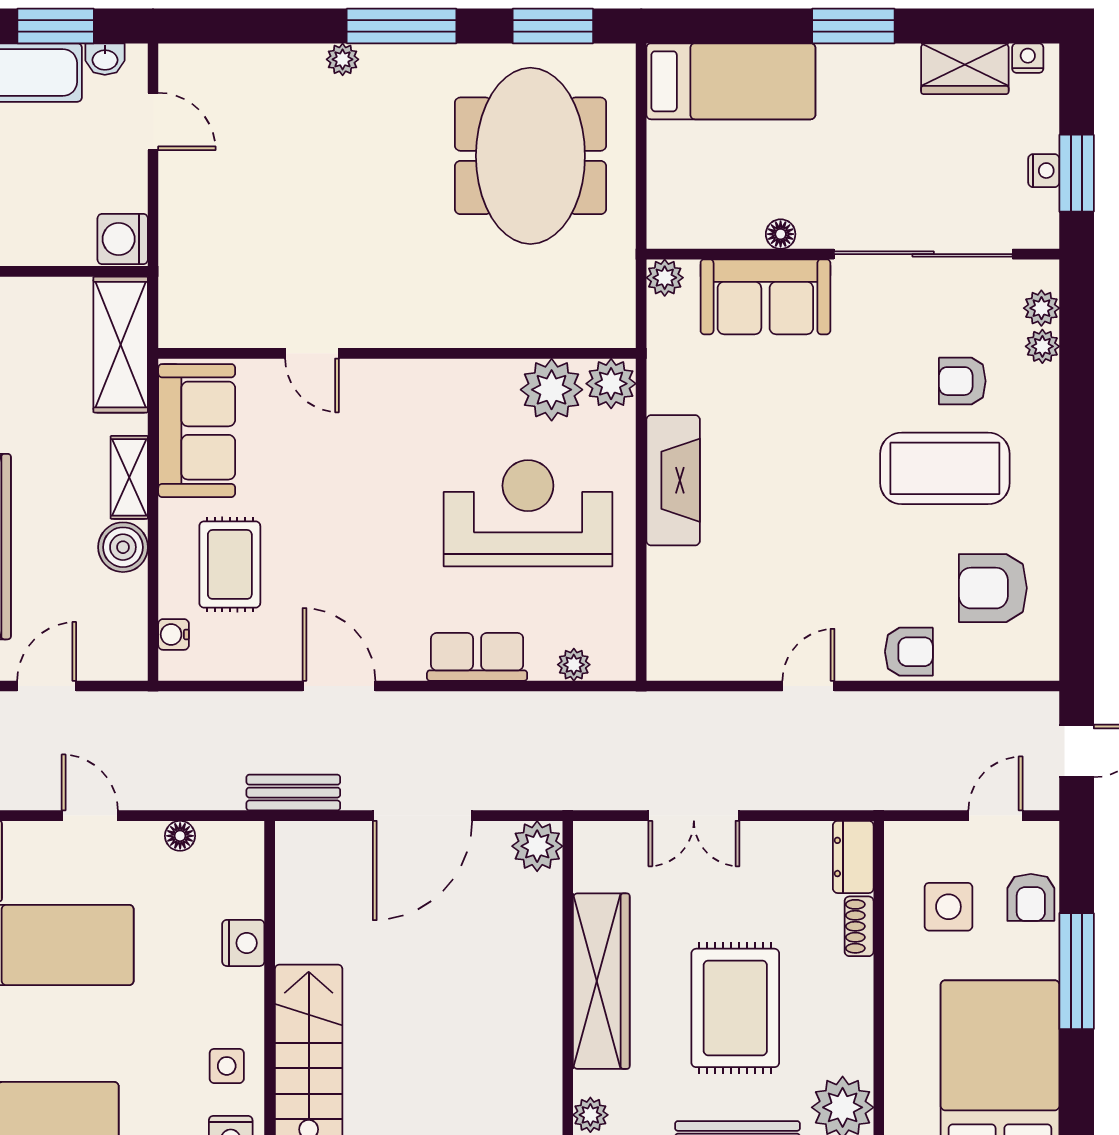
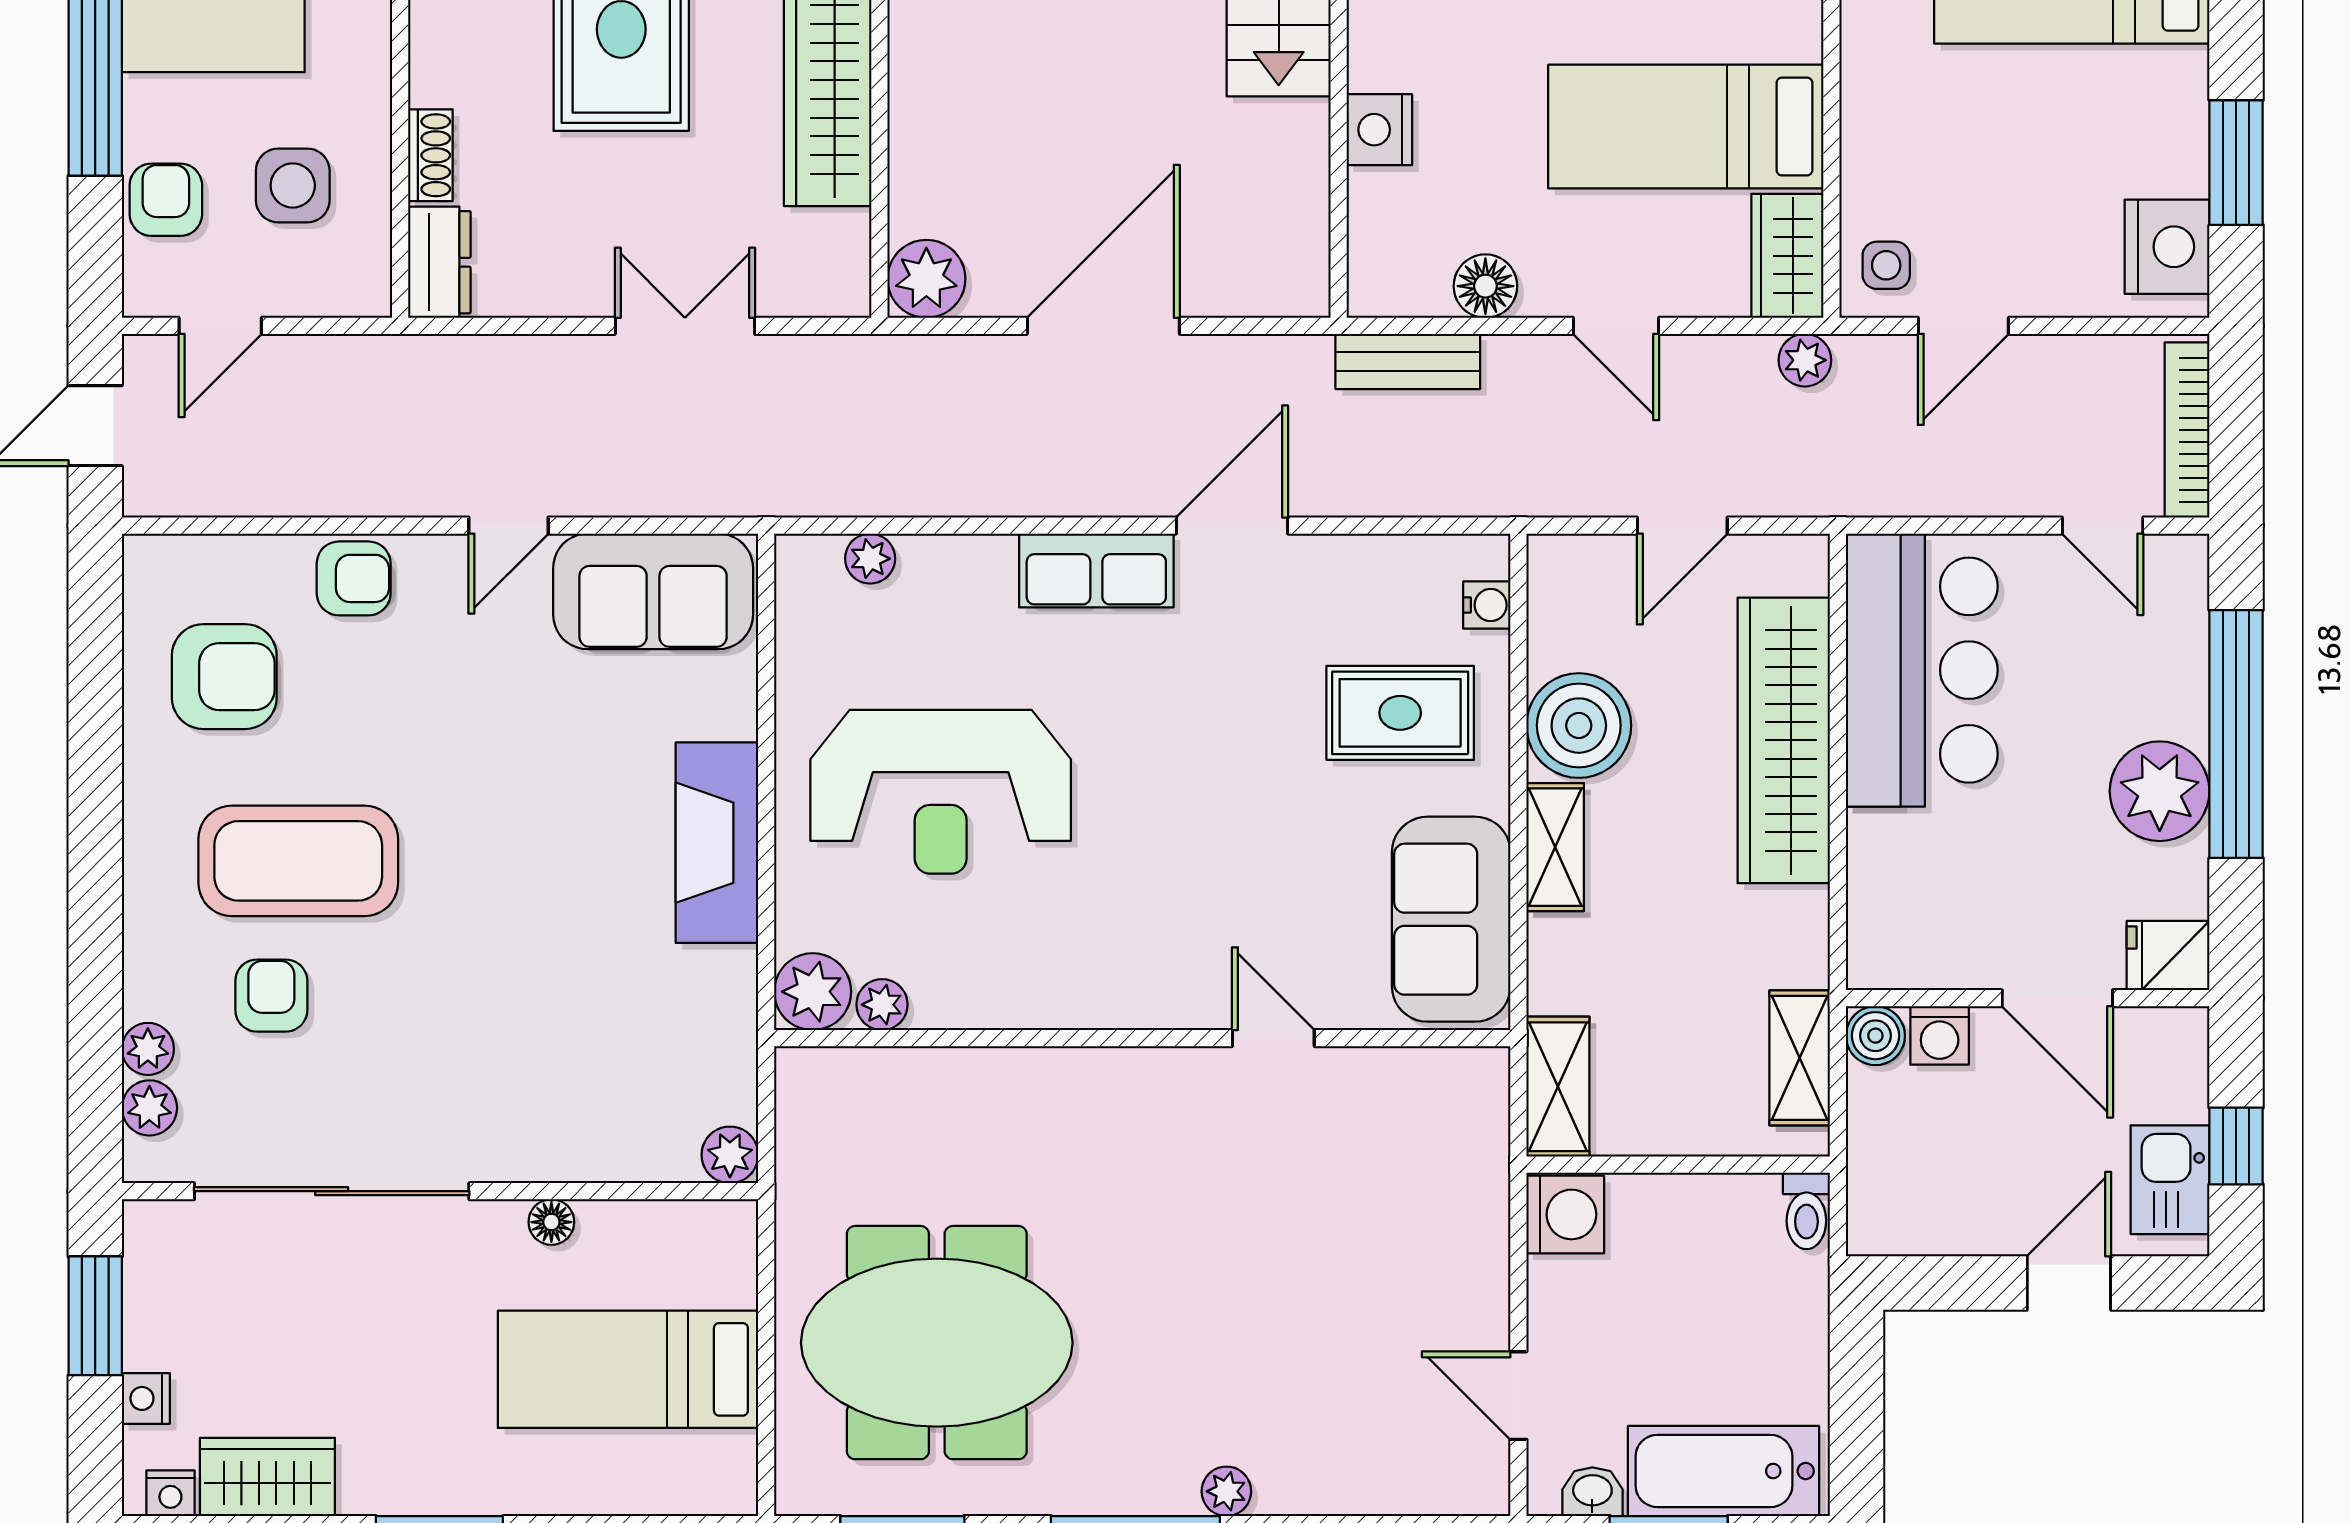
bed: (731, 81) -> (628, 1369), moved
meeting table: (530, 156) -> (937, 1343), turned 90
nightstand: (1044, 171) -> (146, 1398), moved
sofa: (765, 297) -> (653, 591), moved, turned 180
shelving: (121, 345) -> (1558, 1087), width x0.67, depth x0.75
armchair: (962, 381) -> (271, 996), turned -90
plant: (552, 390) -> (882, 1005), width x0.53, depth x0.53
boiler: (123, 547) -> (1579, 726), width x1.37, depth x1.37
rug: (230, 564) -> (1400, 713), turned 90
armchair: (909, 652) -> (354, 578), turned 180
row of seats: (477, 657) -> (1096, 570), moved
door: (339, 686) -> (1232, 526), swing flipped
bench: (293, 793) -> (1408, 361), moved
floor lamp: (180, 836) -> (1485, 286), width x1.37, depth x1.37

